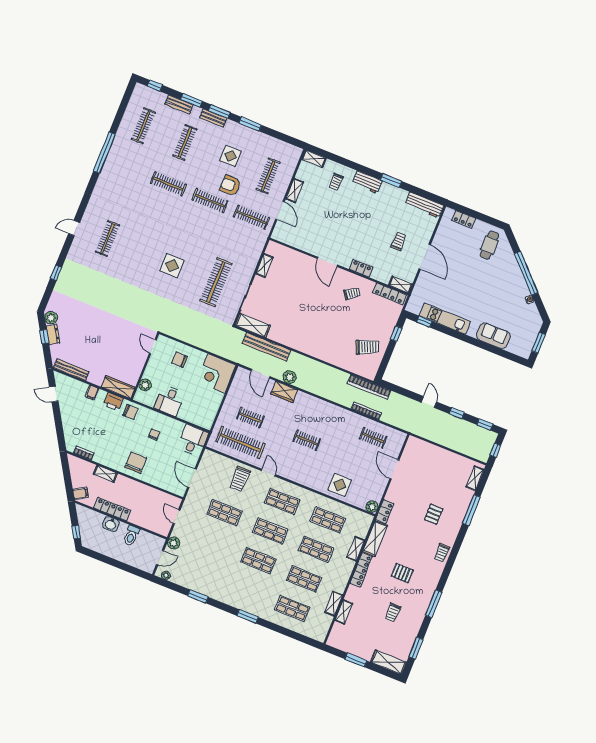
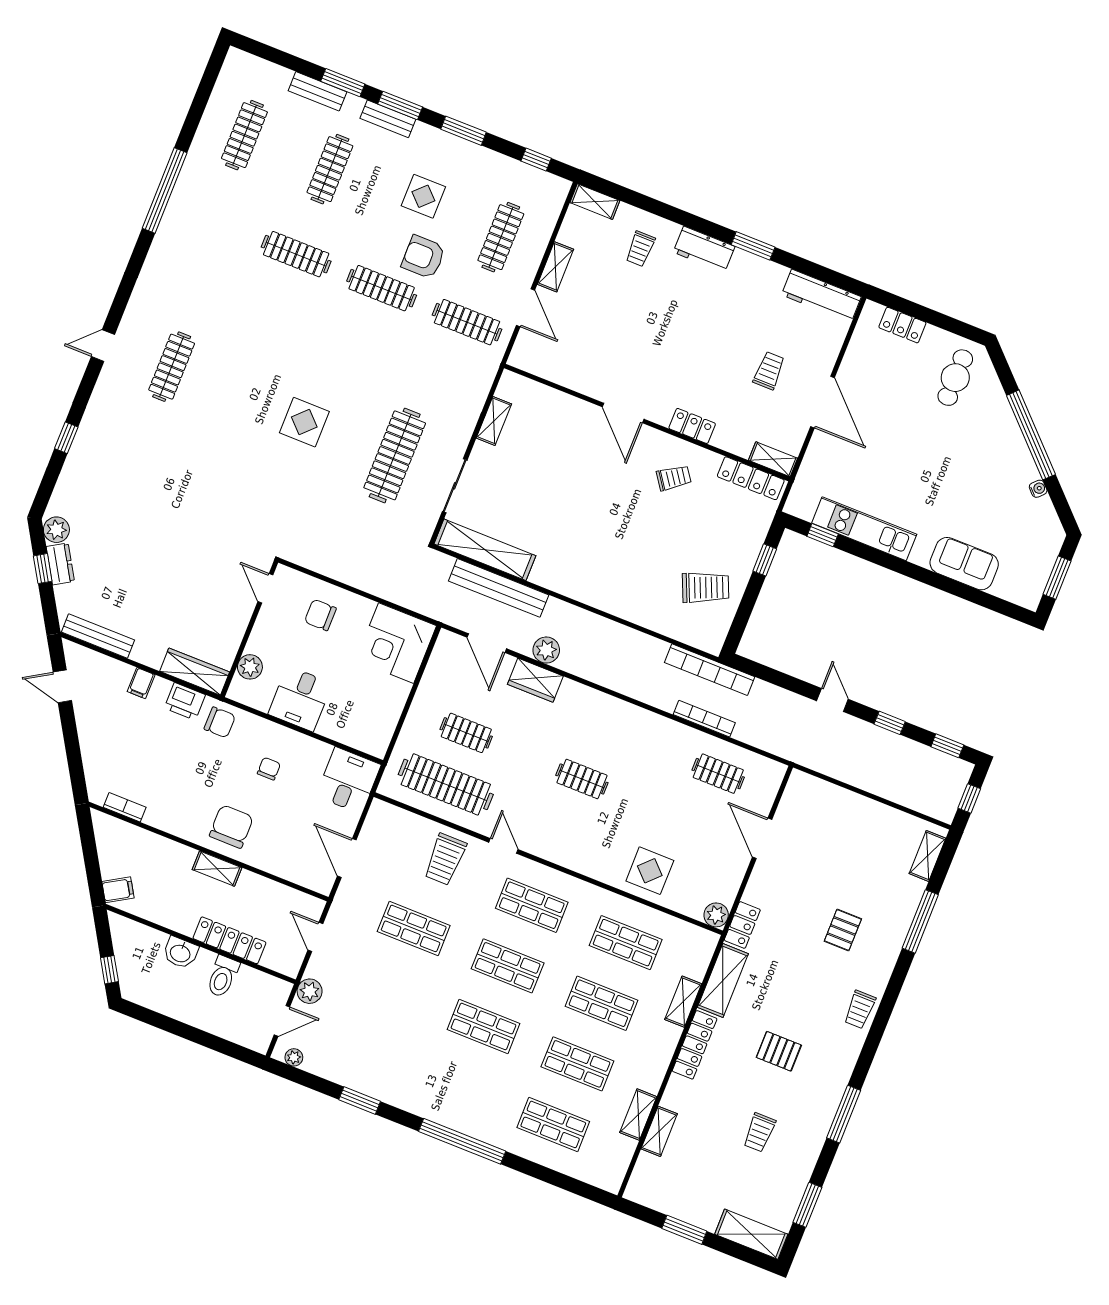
window: (155, 86) -> (536, 160), moved
shelving: (253, 325) -> (485, 550), width x1.47
shelving: (105, 474) -> (217, 869), moved
locker: (112, 509) -> (229, 940), moved
window: (248, 616) -> (462, 1141), width x2.11

